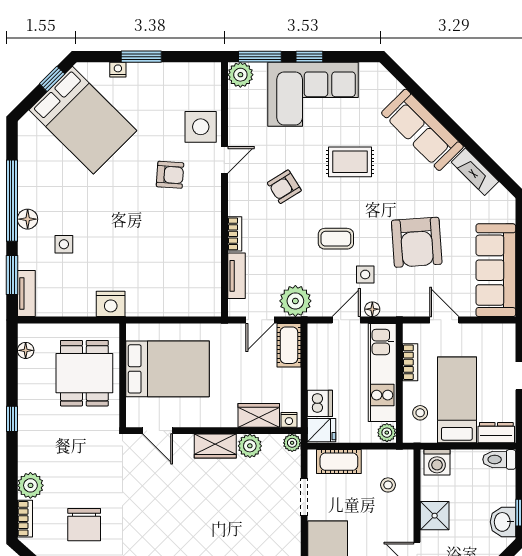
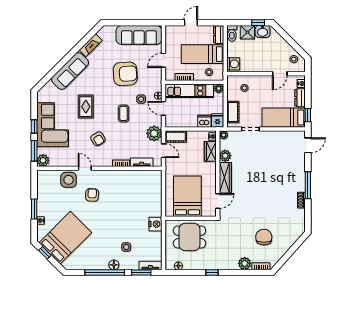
wardrobe: (215, 446) -> (225, 178), width x1.50
shower: (435, 516) -> (247, 32), moved
chair: (84, 525) -> (264, 237), turned -90

